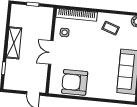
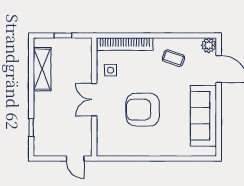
shelving: (14, 43) -> (42, 69), moved
armchair: (75, 82) -> (143, 110), moved

